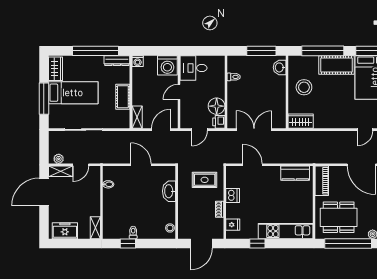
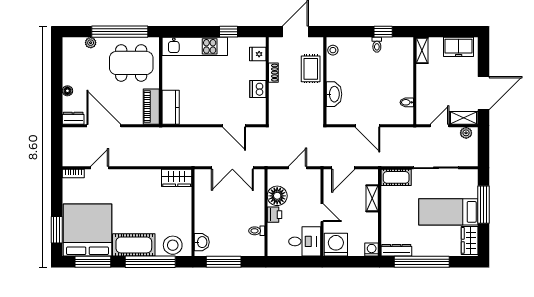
stool: (304, 87) -> (173, 245), moved
door: (179, 92) -> (322, 213), hinge flipped
cot: (123, 97) -> (396, 177), moved, turned 90
shelving: (137, 117) -> (372, 198), moved
printer: (219, 122) -> (274, 215), moved
kitchen counter: (295, 173) -> (171, 107), moved, turned 90
rug: (205, 180) -> (311, 69), moved, turned 90

